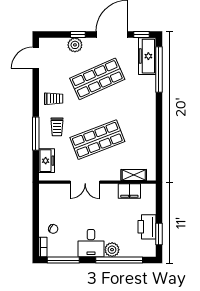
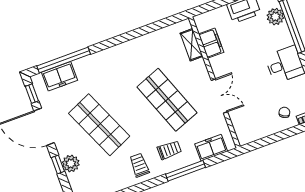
freezer: (147, 56) -> (59, 76), width x0.71
plant: (112, 250) -> (275, 17), moved

